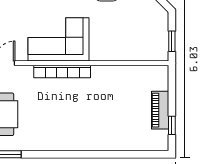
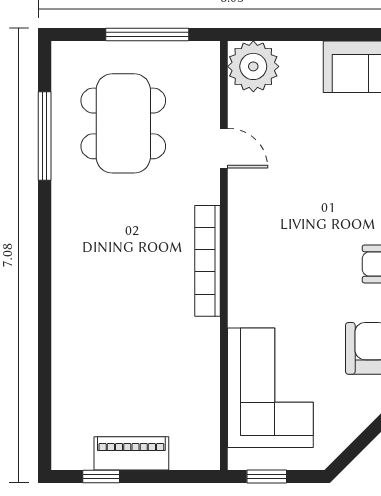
corner sofa: (59, 39) -> (270, 388), moved

